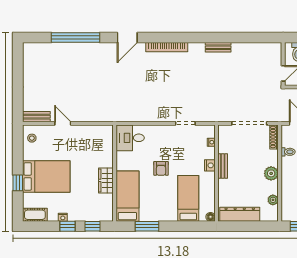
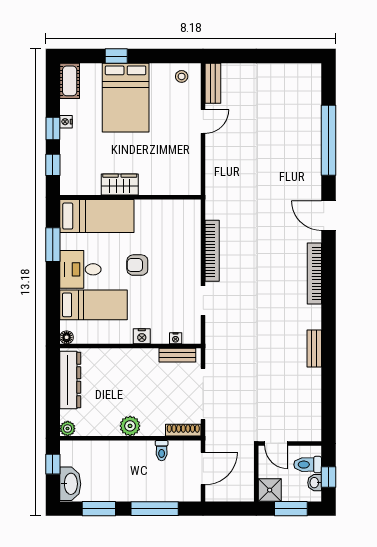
bookcase: (151, 117) -> (212, 251), added
desk: (130, 138) -> (80, 269), moved, turned -90
bench: (223, 166) -> (177, 355), moved
plant: (273, 200) -> (68, 429), moved

